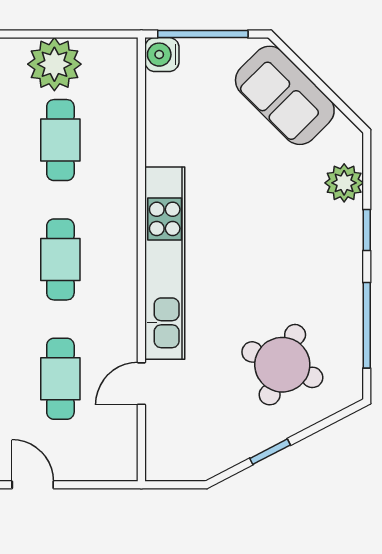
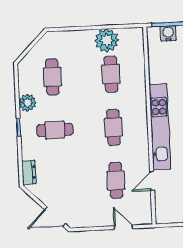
water cooler: (162, 55) -> (168, 33), moved, turned 90
door: (33, 485) -> (123, 227), moved

